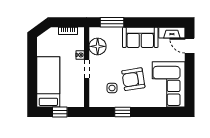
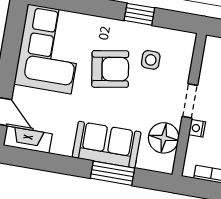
window: (112, 22) -> (112, 173), moved
sofa: (140, 37) -> (107, 145), moved

